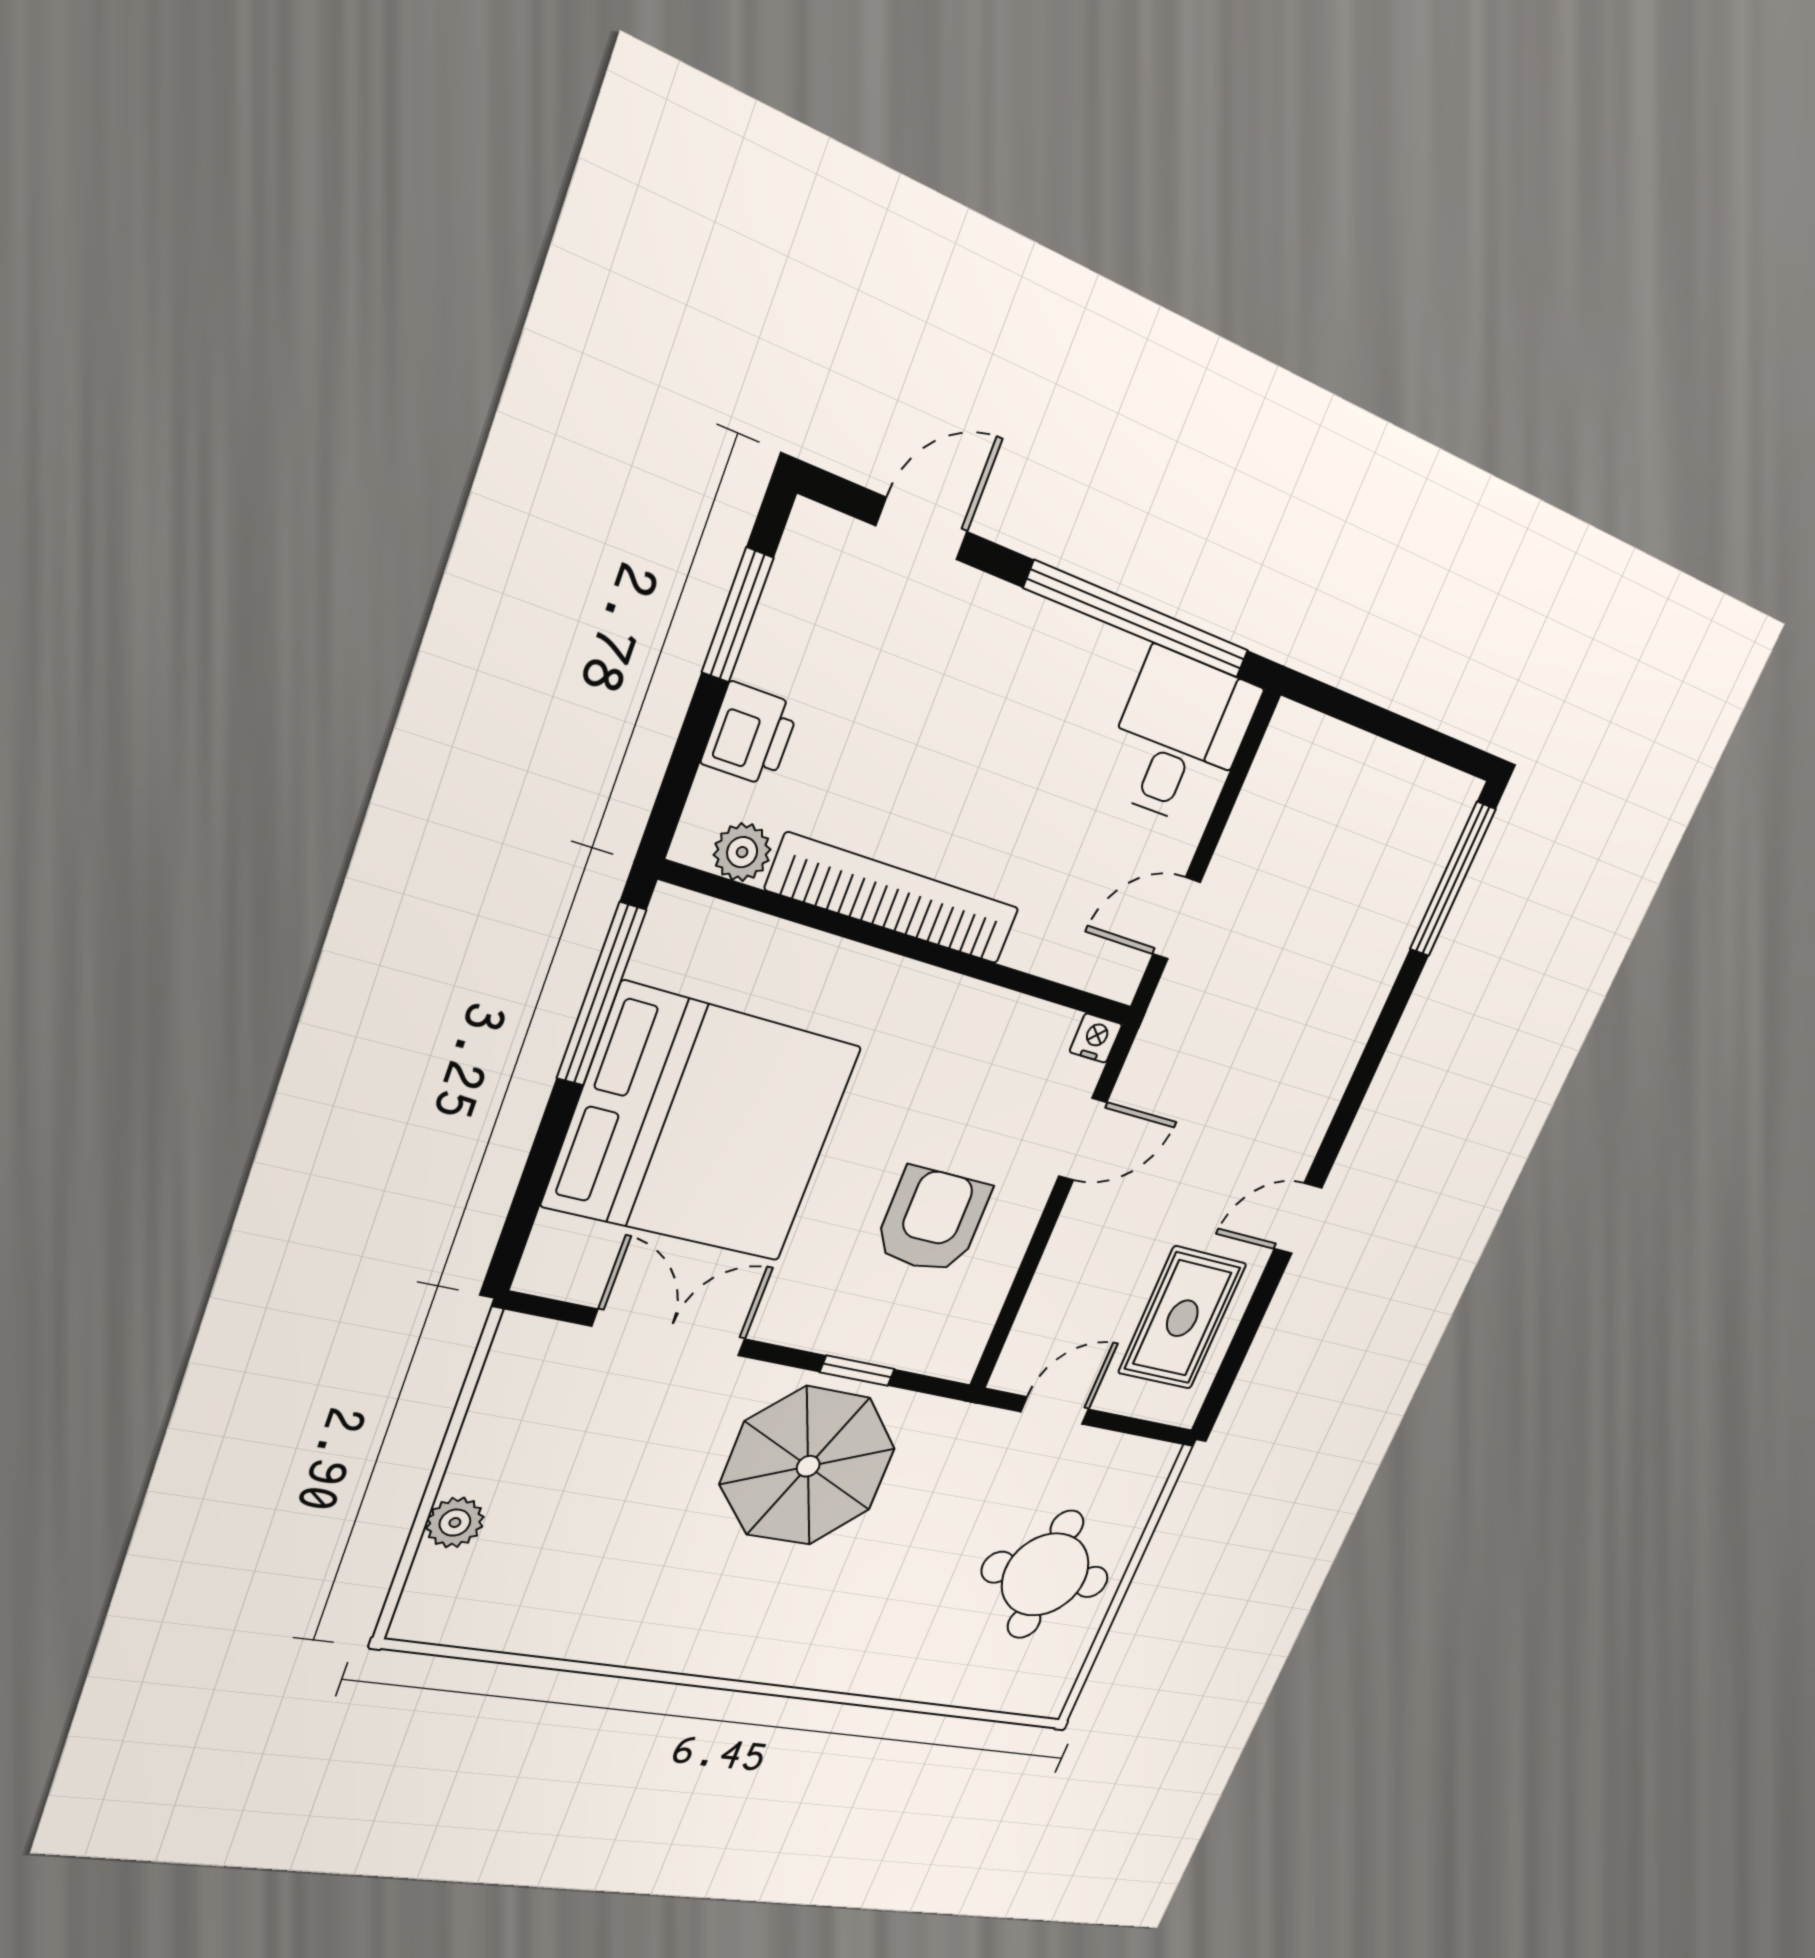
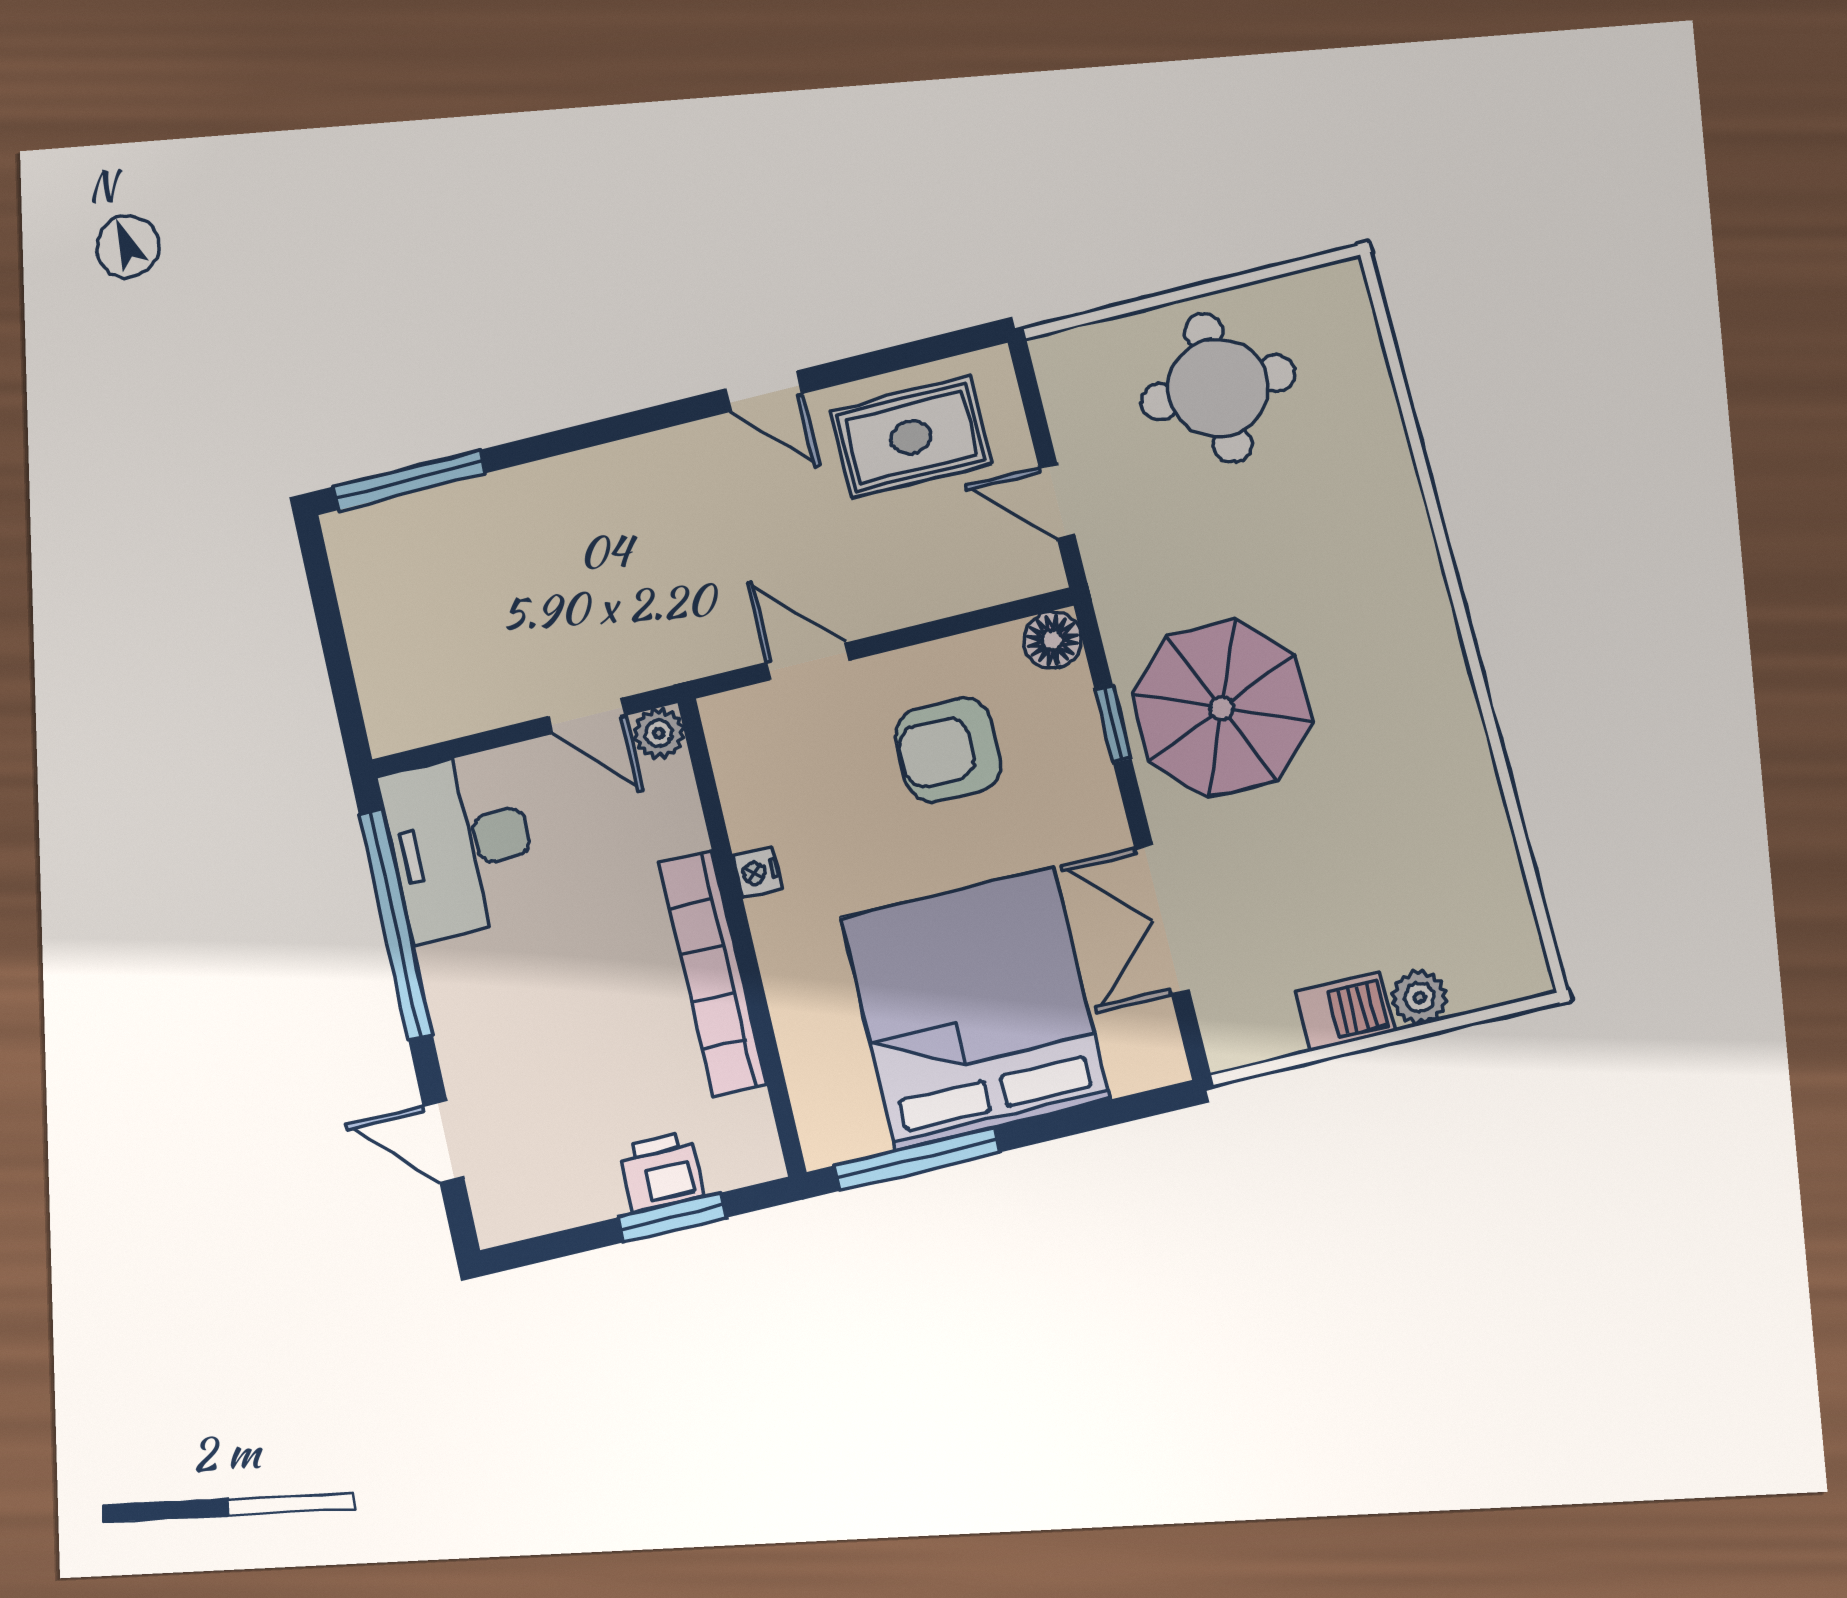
window: (737, 615) -> (672, 1218), moved
desk: (1179, 738) -> (460, 845), width x1.37
plant: (742, 852) -> (659, 734), moved
nightstand: (1096, 1038) -> (757, 873), moved
floor lamp: (956, 1354) -> (1052, 640), added
barbecue: (484, 1453) -> (1345, 1012), added

